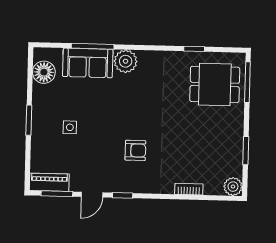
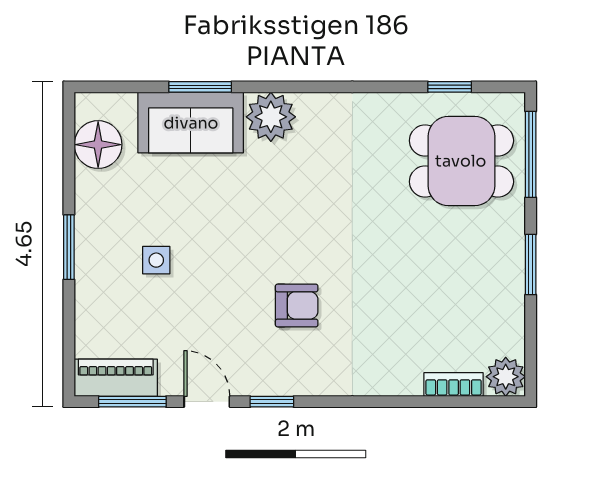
window: (93, 46) -> (200, 87), width x0.69
window: (194, 49) -> (450, 87), moved
window: (246, 151) -> (531, 265), moved
bookcase: (189, 189) -> (454, 385), moved
door: (92, 195) -> (207, 402), swing flipped

